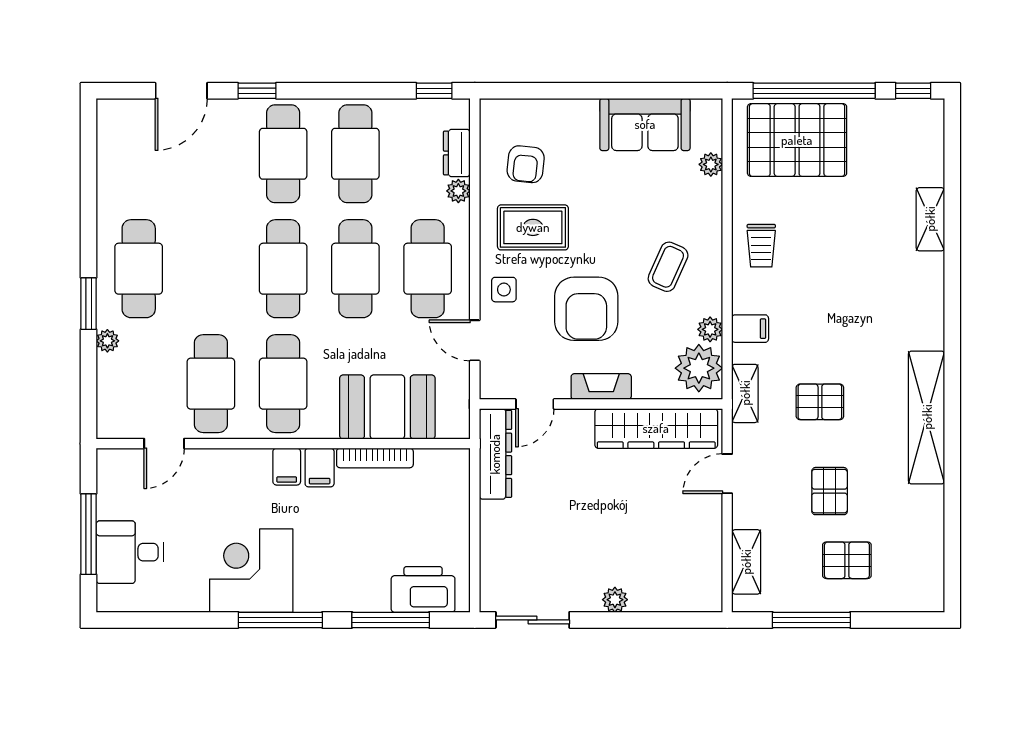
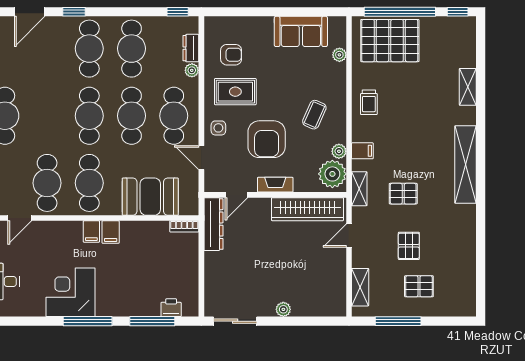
armchair: (526, 164) -> (231, 55), turned -96
shelving: (927, 417) -> (466, 165), moved
bookcase: (375, 458) -> (184, 226), moved, width x0.64
printer: (423, 589) -> (171, 308), width x0.53, depth x0.68

